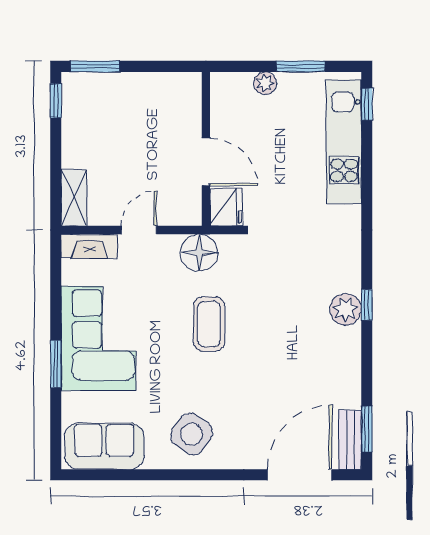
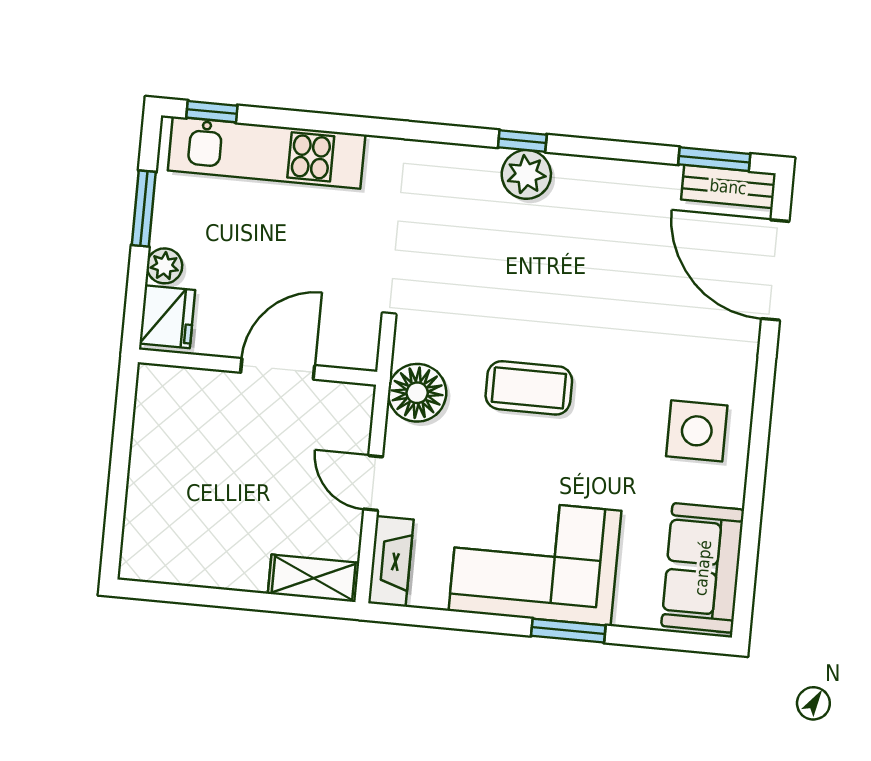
window: (95, 66) -> (114, 527), removed
window: (56, 101) -> (161, 592), removed
fridge: (226, 207) -> (167, 317), moved, turned 90
side table: (192, 434) -> (697, 431), turned -35

